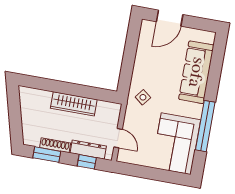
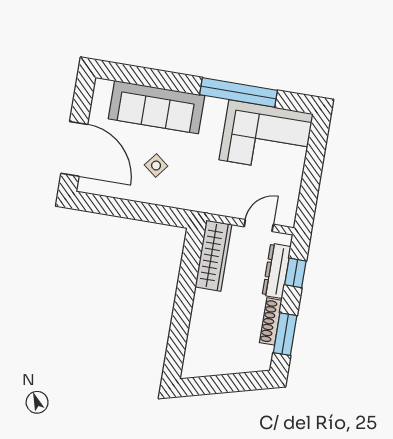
door: (170, 18) -> (74, 149), width x1.36
side table: (143, 97) -> (156, 166), moved
wardrobe: (74, 104) -> (213, 256), moved

